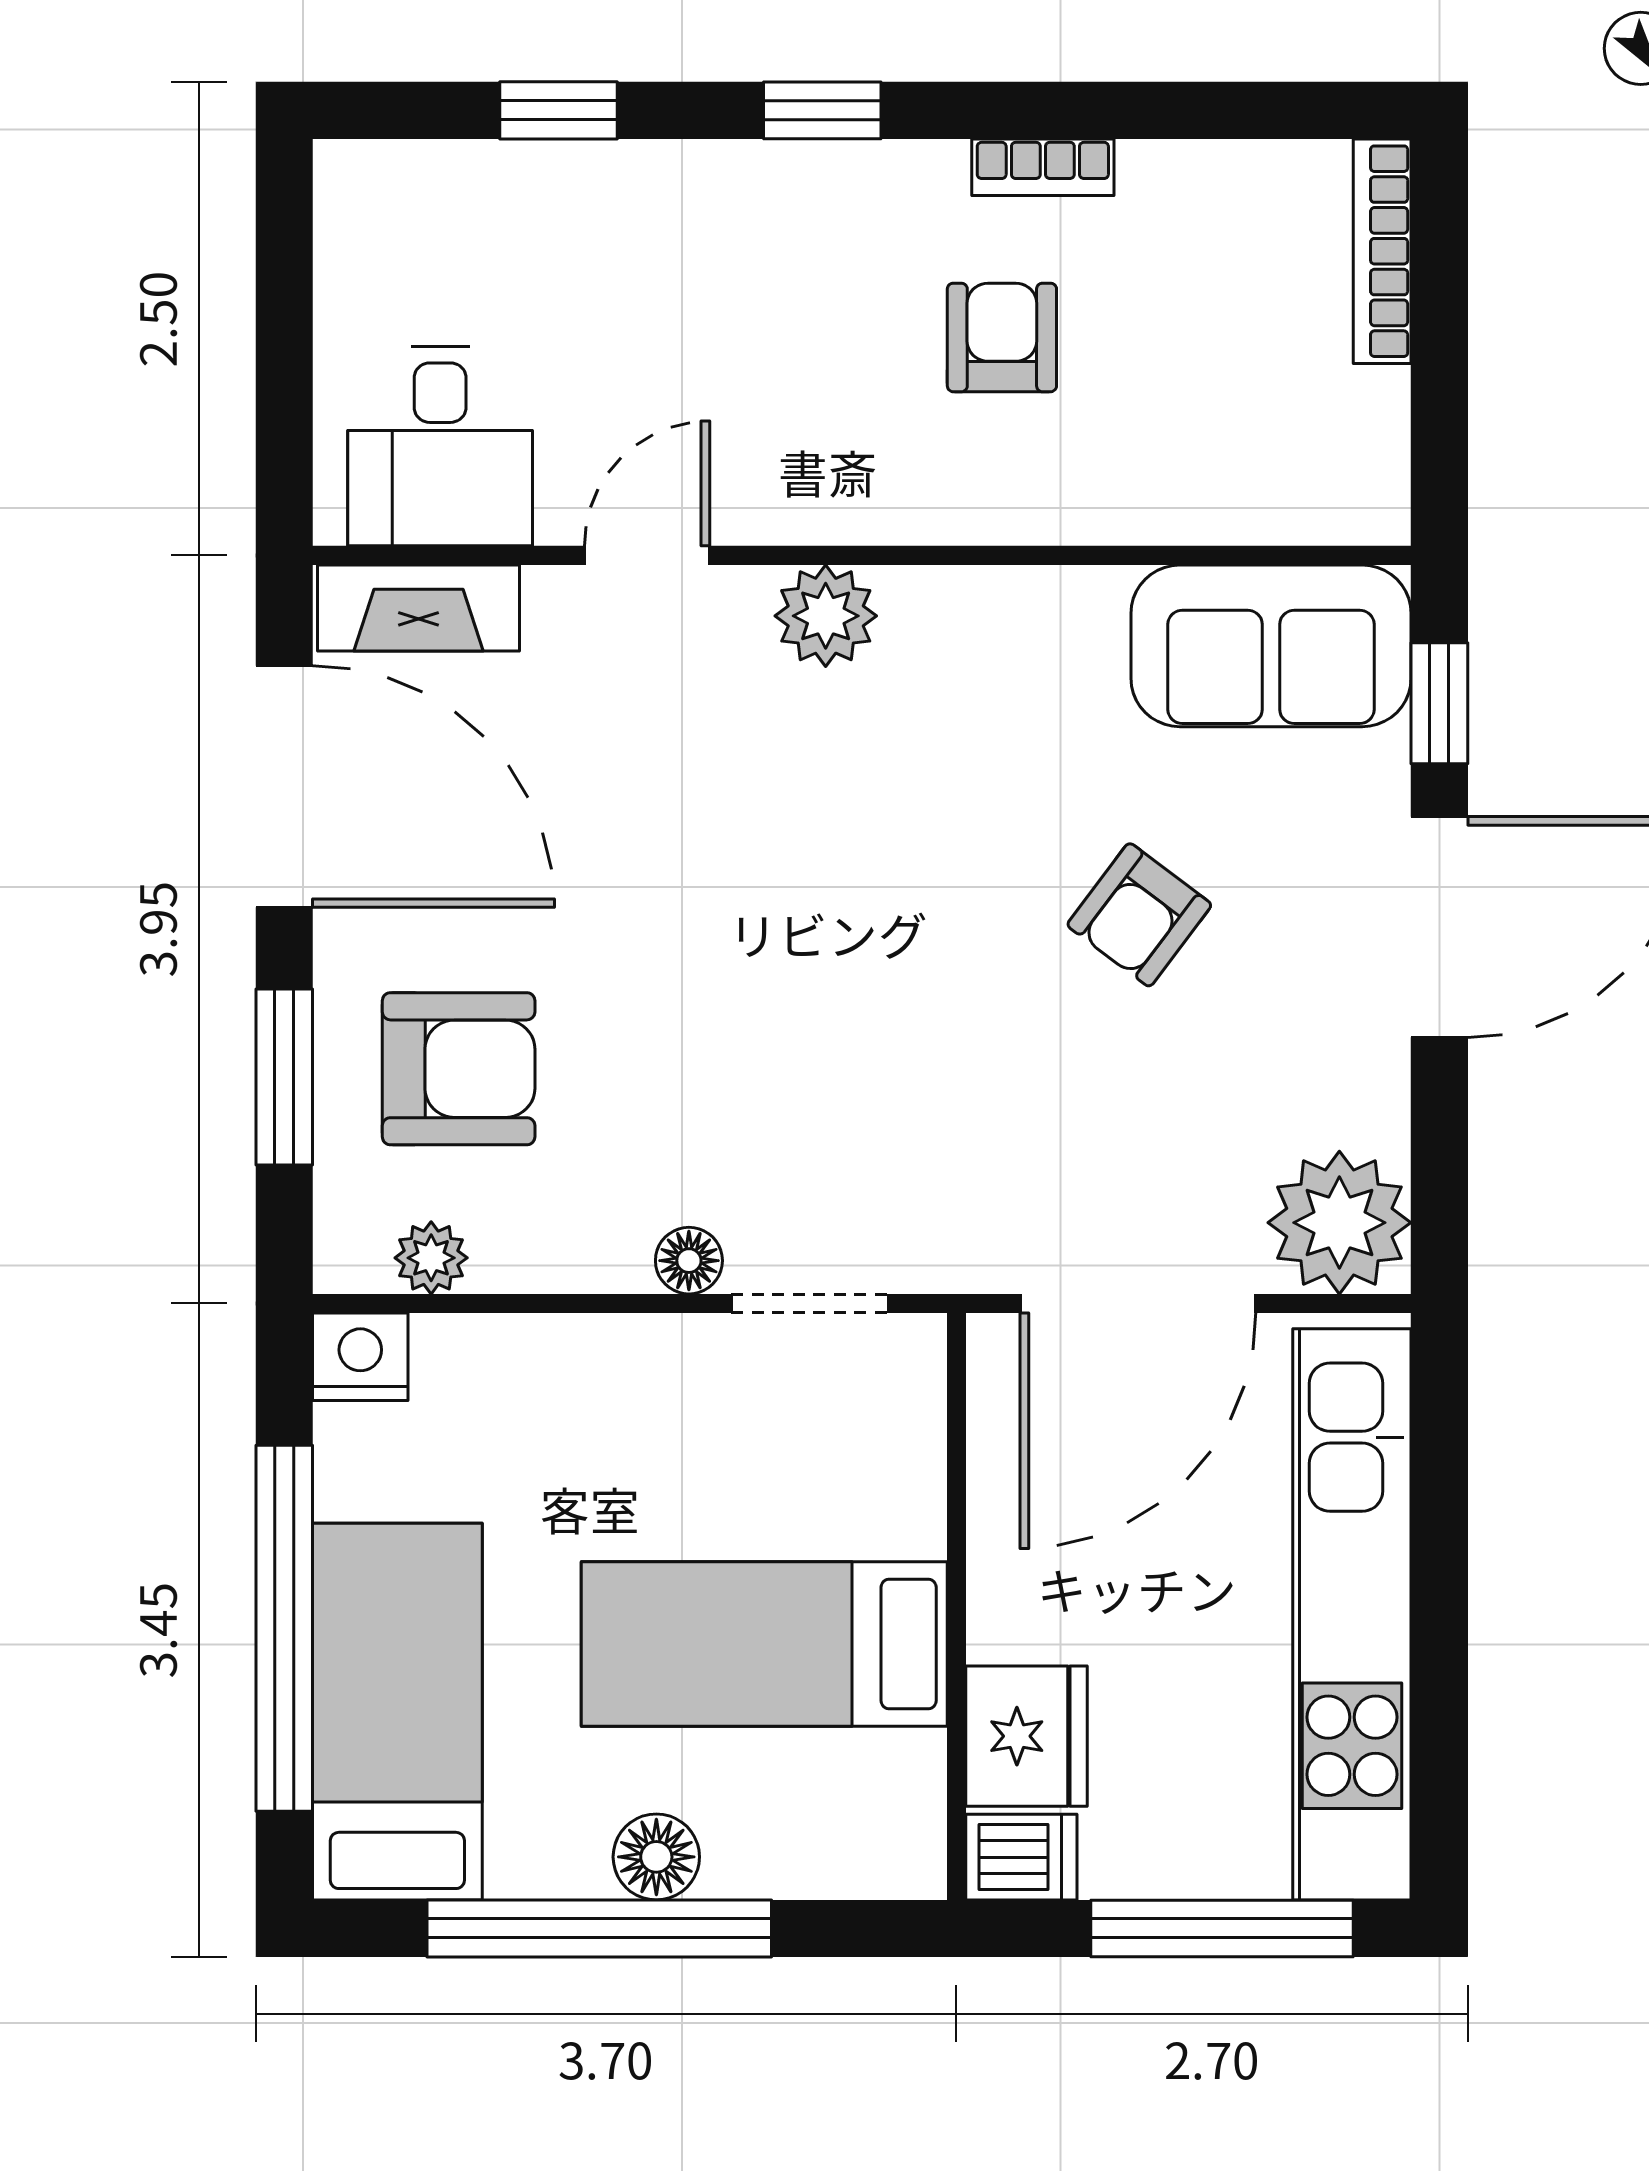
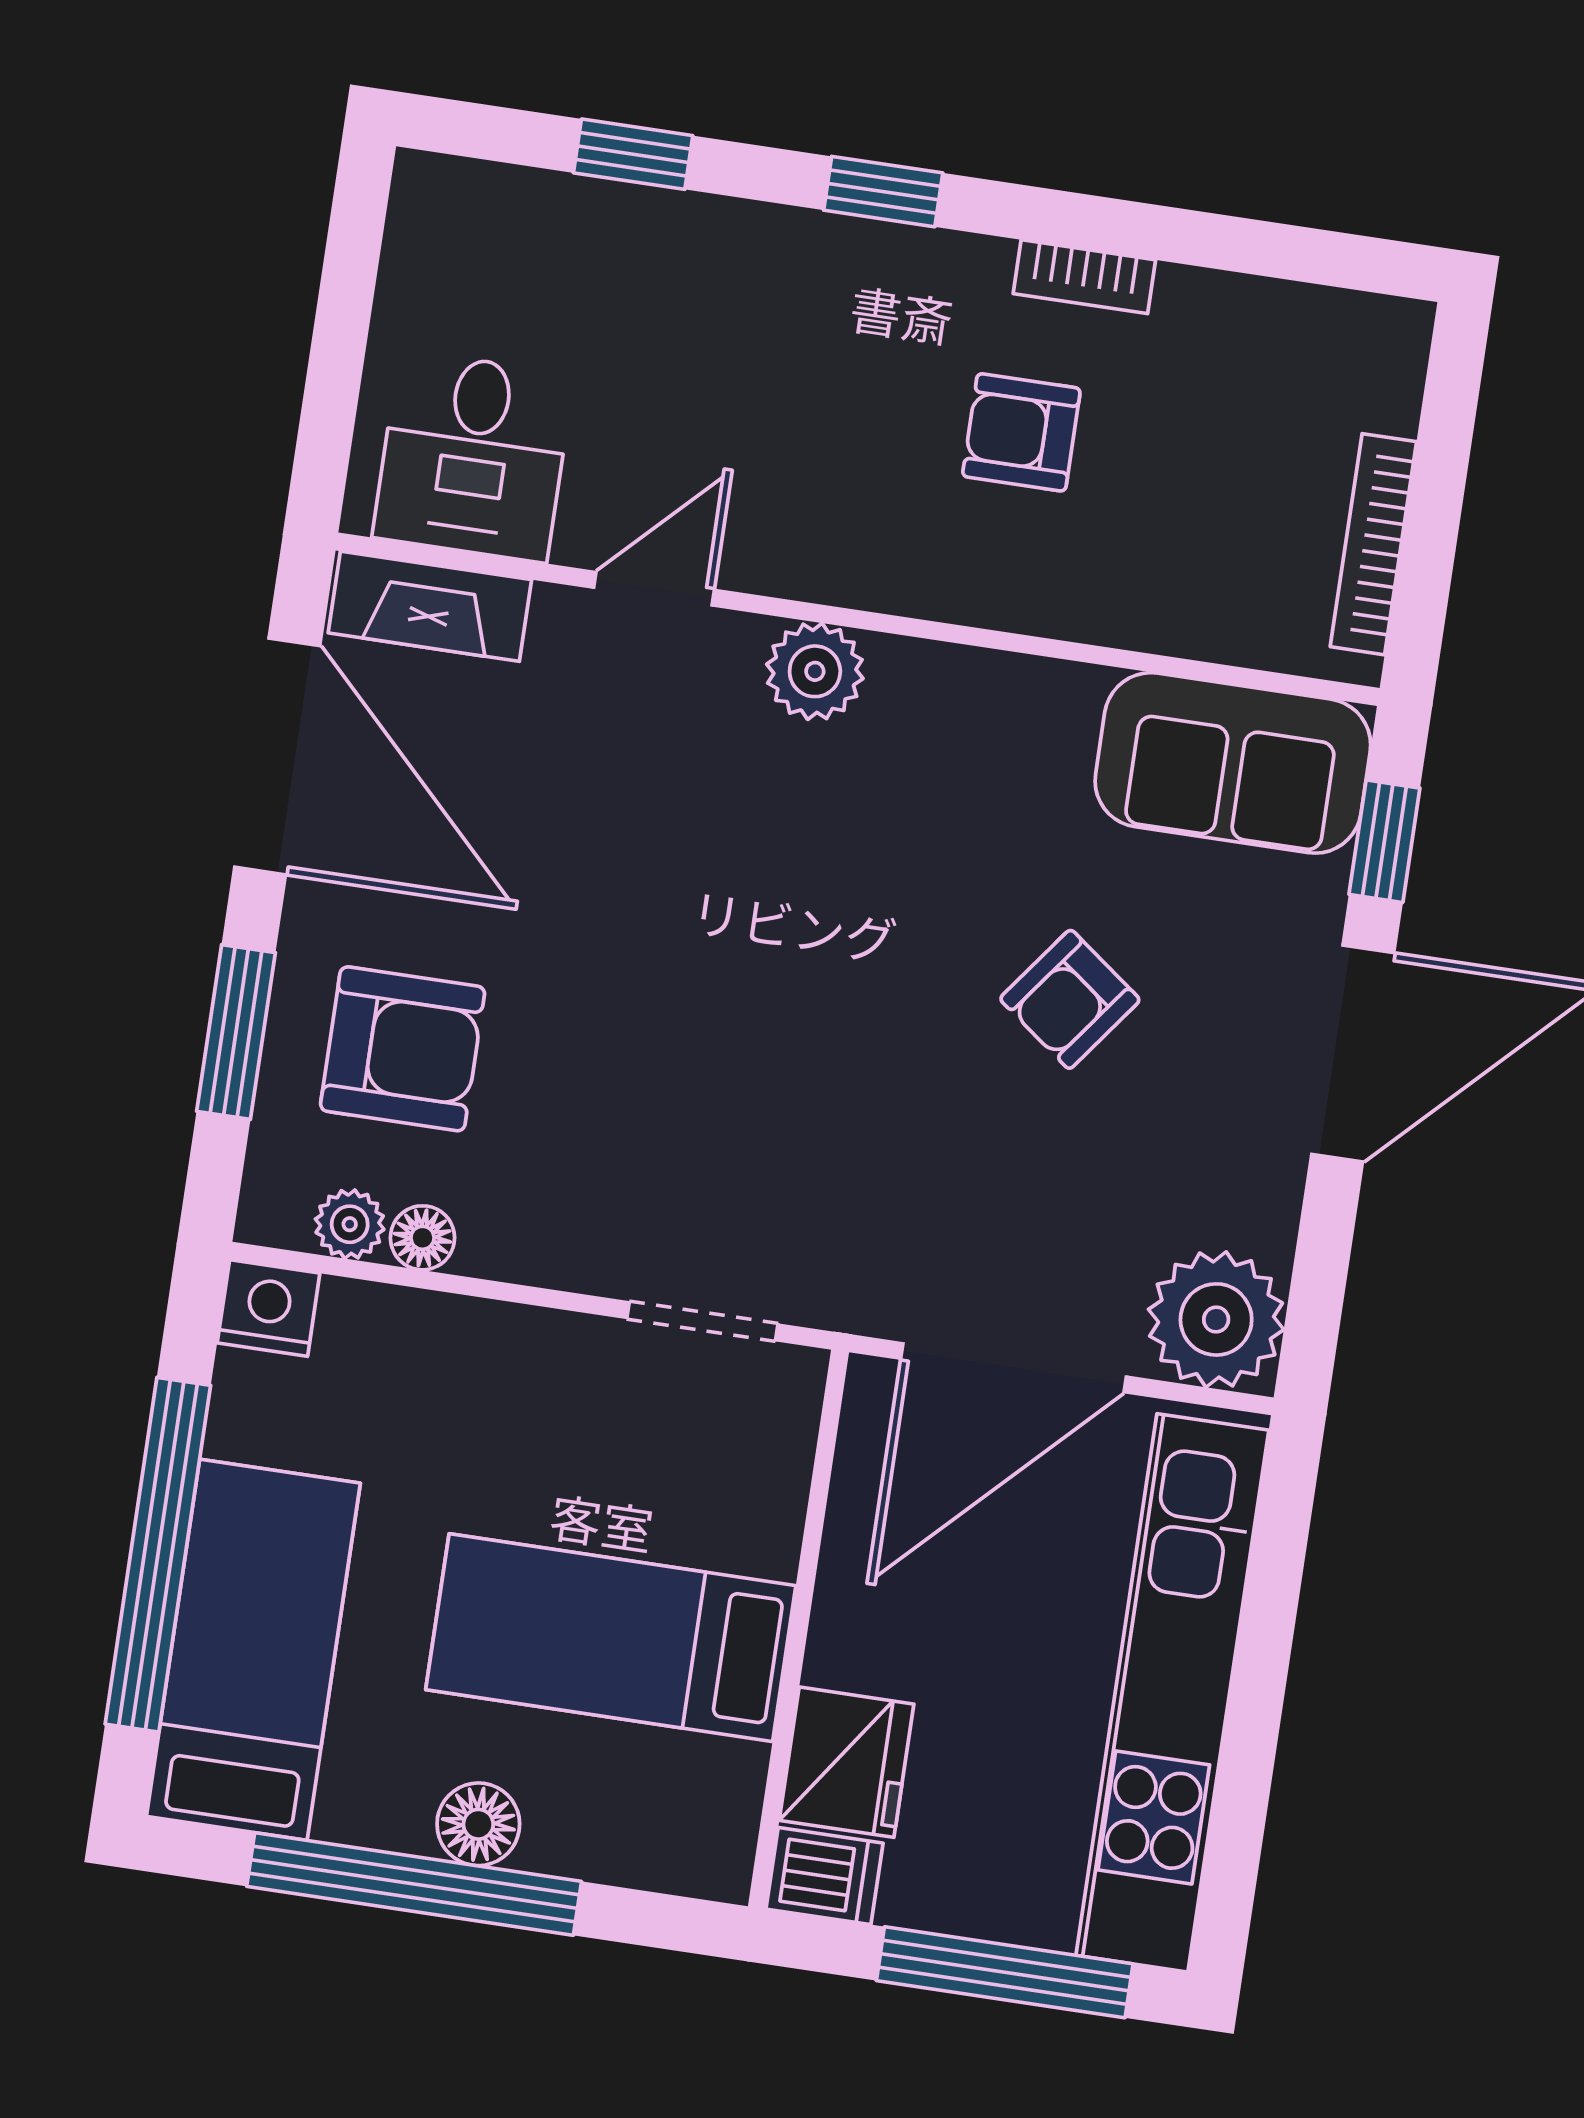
bookcase: (1382, 251) -> (1373, 544), moved
armchair: (1002, 337) -> (1021, 432), turned -90
floor lamp: (689, 1261) -> (422, 1238), moved

